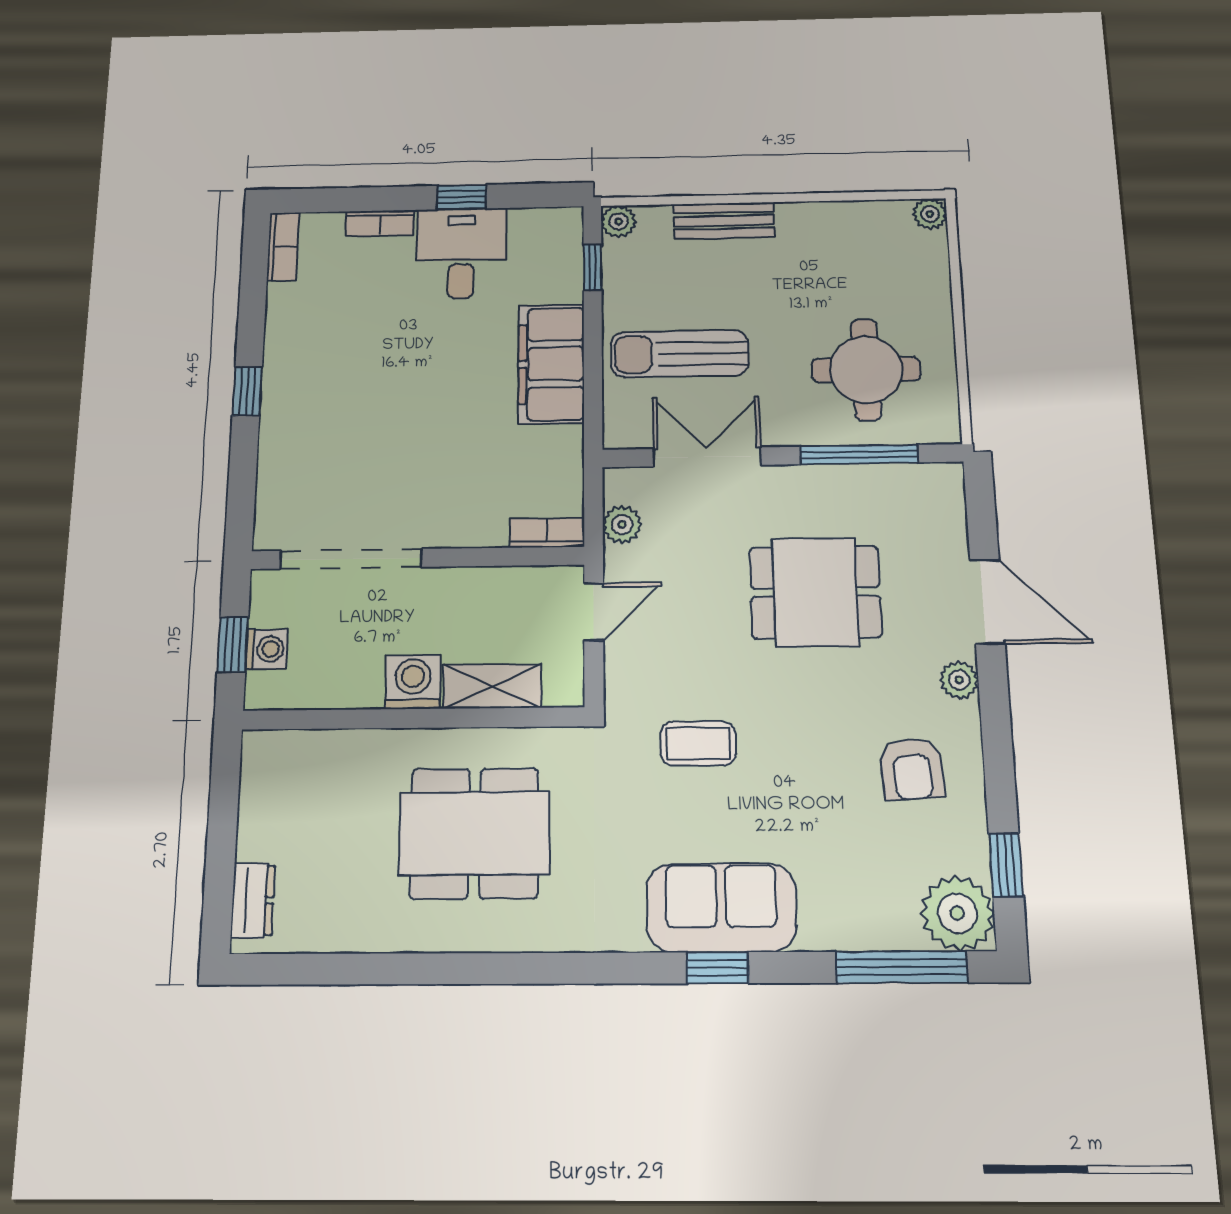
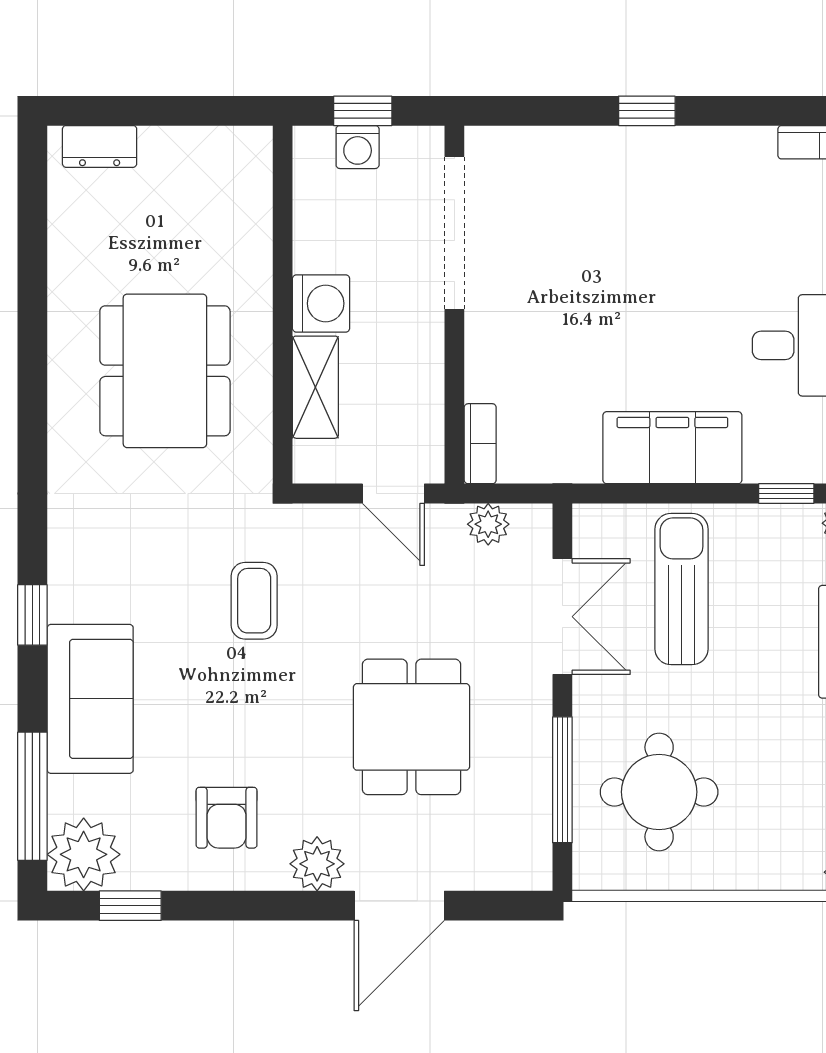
plant: (959, 680) -> (317, 864), width x1.38, depth x1.38
armchair: (912, 769) -> (227, 818), turned -86
sofa: (721, 908) -> (90, 699), moved

